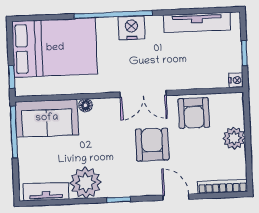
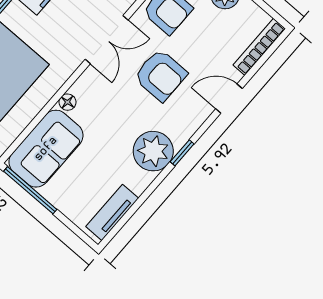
armchair: (152, 145) -> (161, 75), turned 180
plant: (86, 183) -> (153, 151), moved

